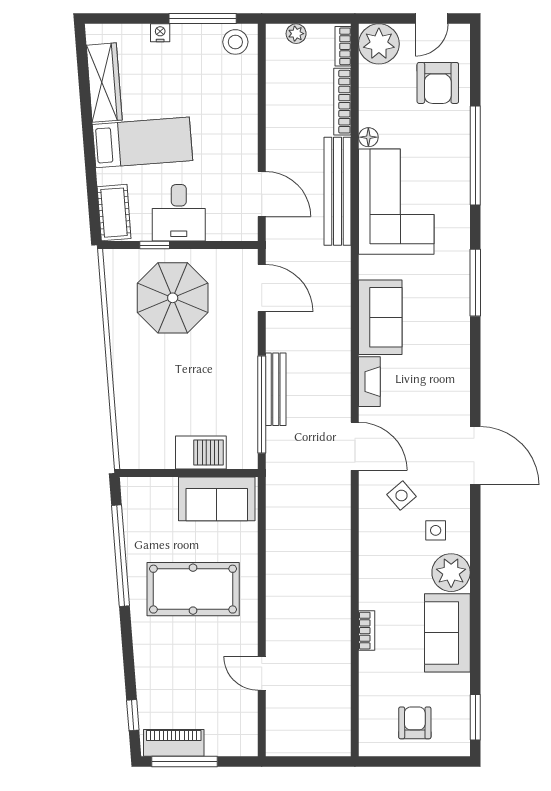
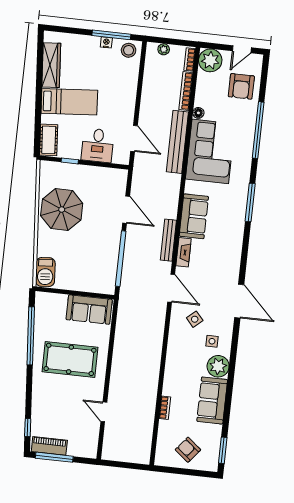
nightstand: (160, 33) -> (106, 42), moved
desk: (179, 213) -> (98, 145), moved
door: (262, 288) -> (126, 210), moved
parasol: (173, 298) -> (62, 210), moved
bench: (276, 389) -> (168, 240), moved
barbecue: (201, 453) -> (45, 272), moved, turned 86
bookcase: (367, 631) -> (165, 408), moved
armchair: (415, 723) -> (188, 450), turned -51

